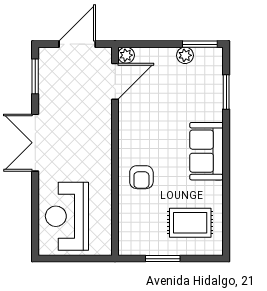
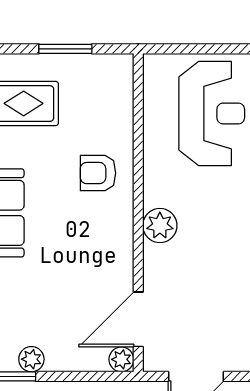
plant: (101, 143) -> (160, 226), added
armchair: (141, 177) -> (98, 173), turned -90

